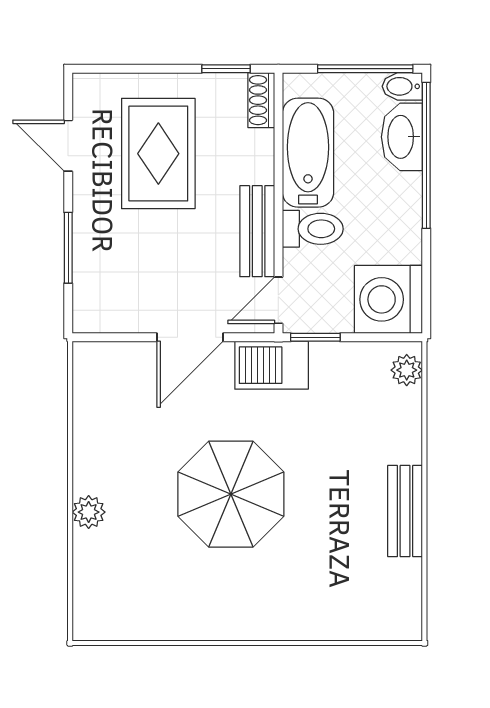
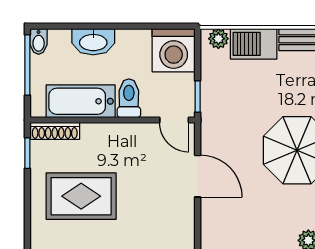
shoe rack: (261, 100) -> (55, 131), width x1.43
washbasin: (402, 137) -> (93, 42), moved
window: (426, 155) -> (82, 26), removed
bench: (257, 231) -> (130, 133), removed
barbecue: (272, 365) -> (254, 44), moved, turned 90

